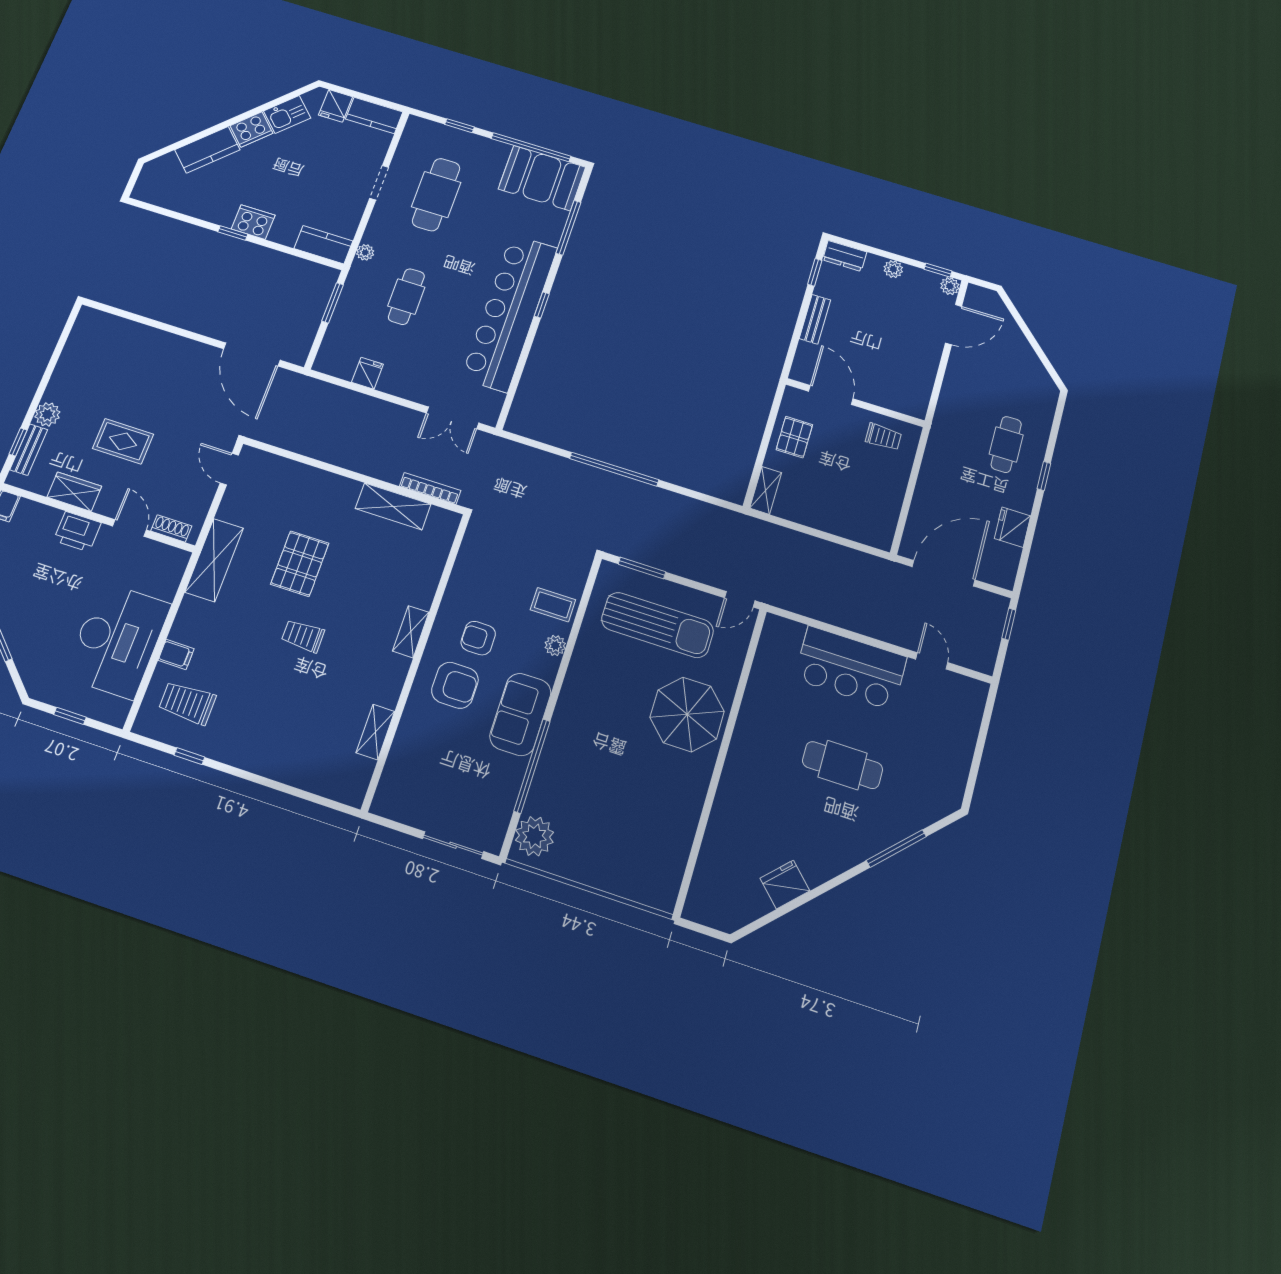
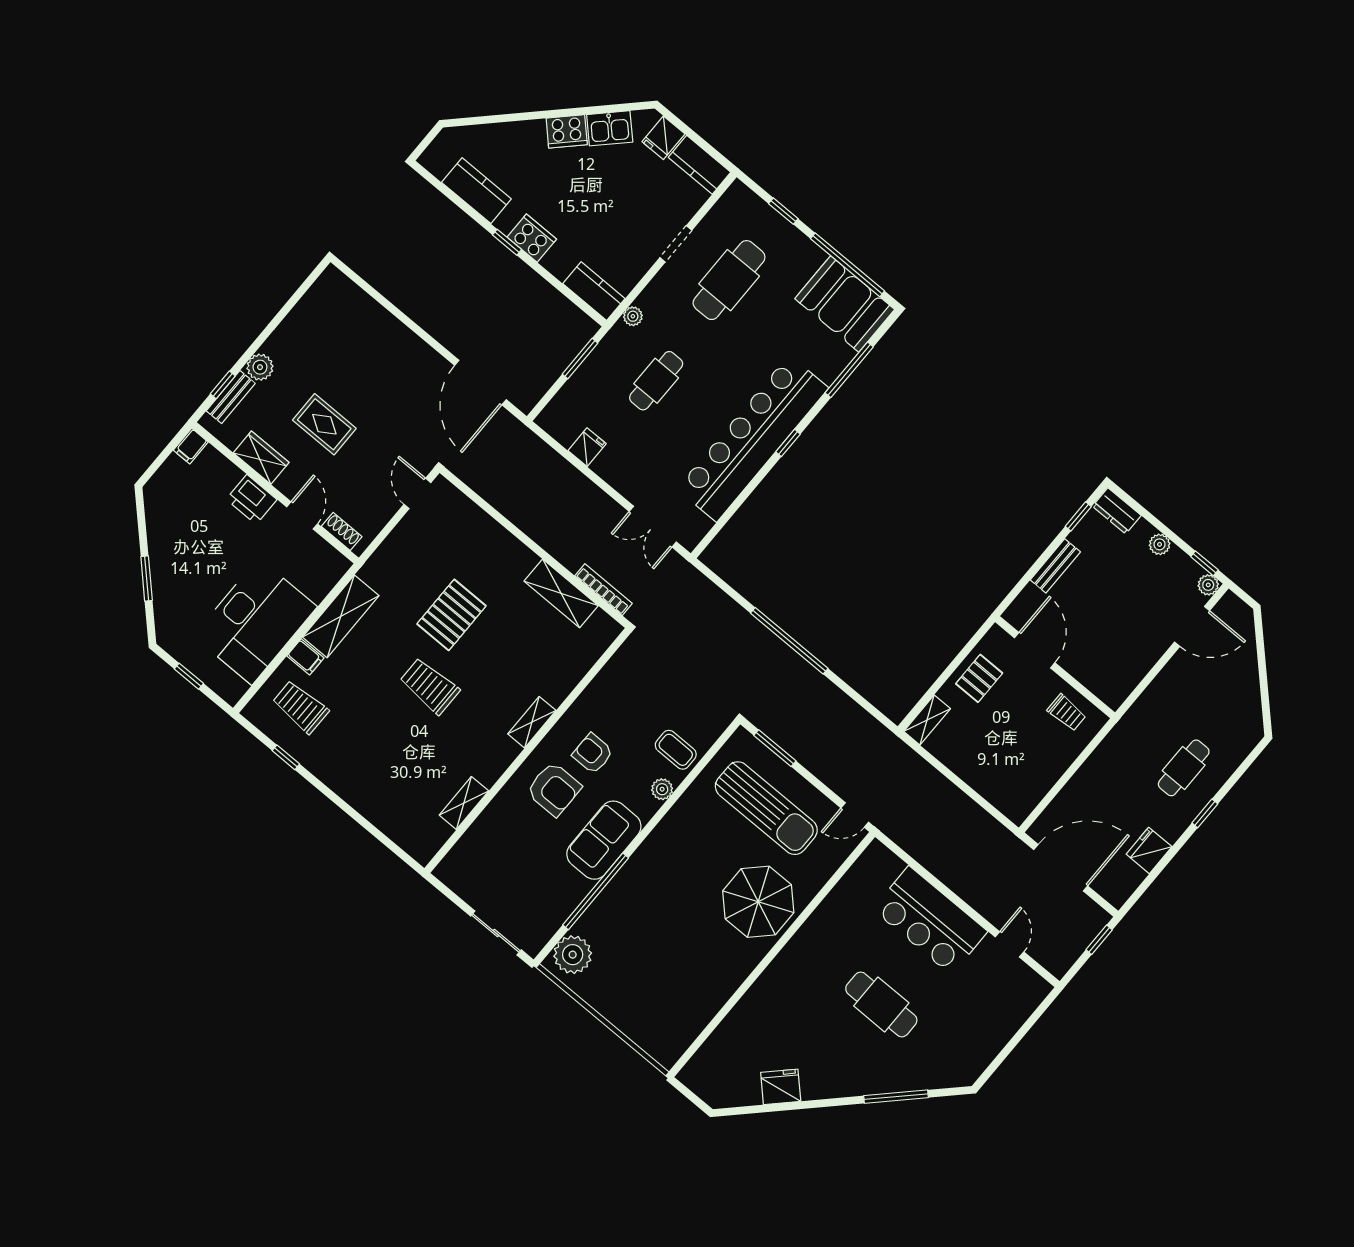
kitchen counter: (207, 150) -> (476, 191), moved, turned -135
shelving: (214, 560) -> (341, 616), moved
trolley: (303, 636) -> (430, 686), width x1.36, depth x1.39

